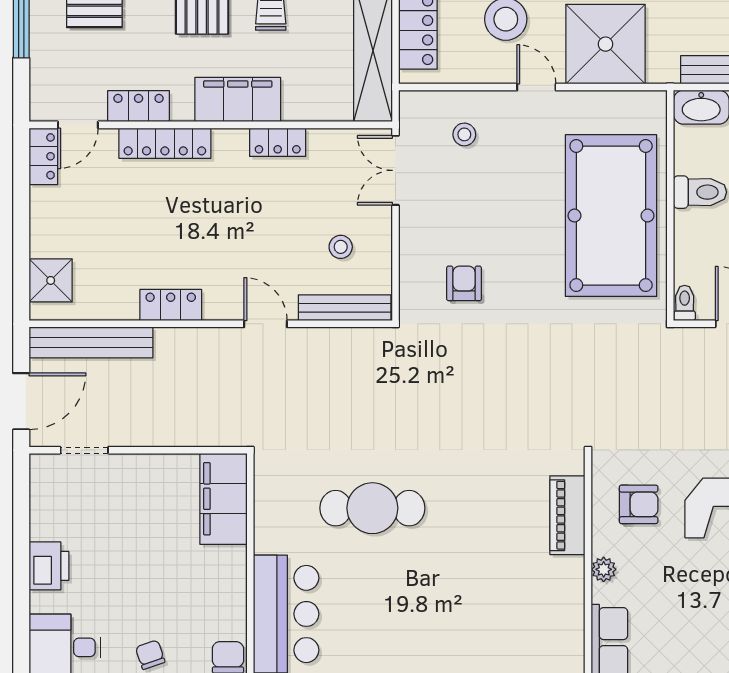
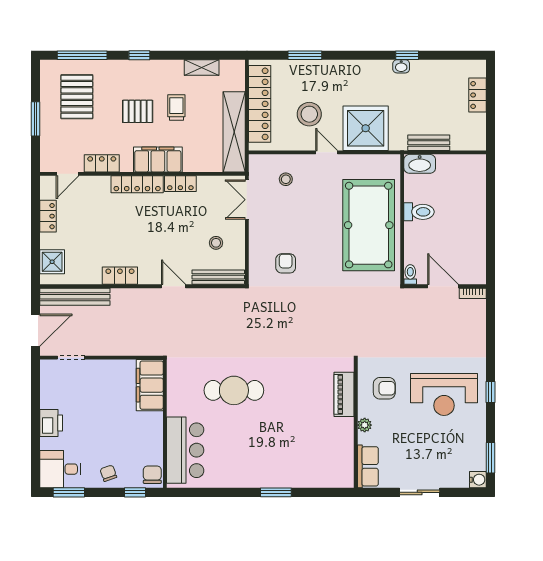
locker: (165, 143) -> (137, 184), moved
locker: (43, 156) -> (48, 216), moved

